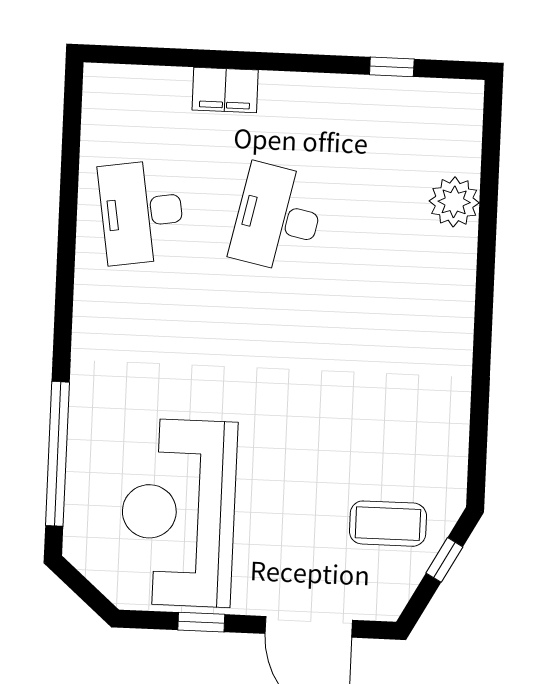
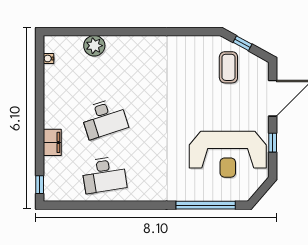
window: (392, 67) -> (40, 185), moved
water cooler: (428, 90) -> (48, 58), added
desk: (278, 218) -> (104, 118), turned -30

